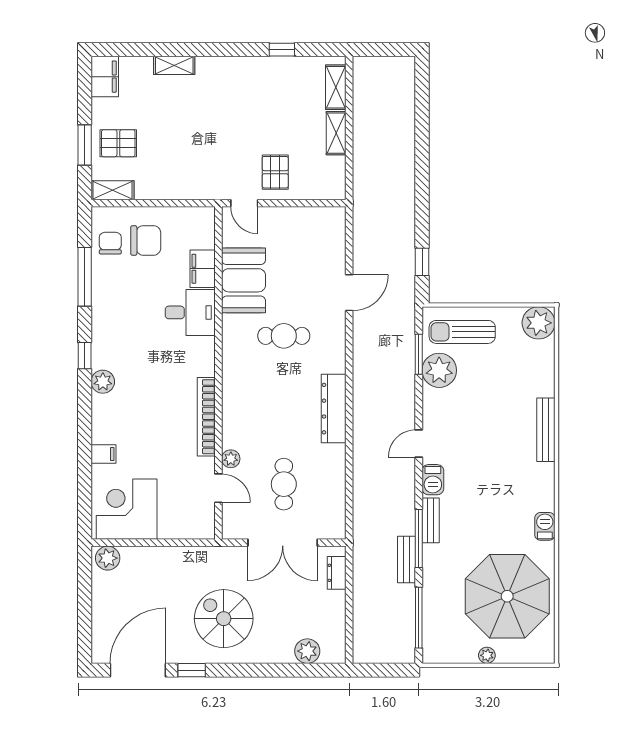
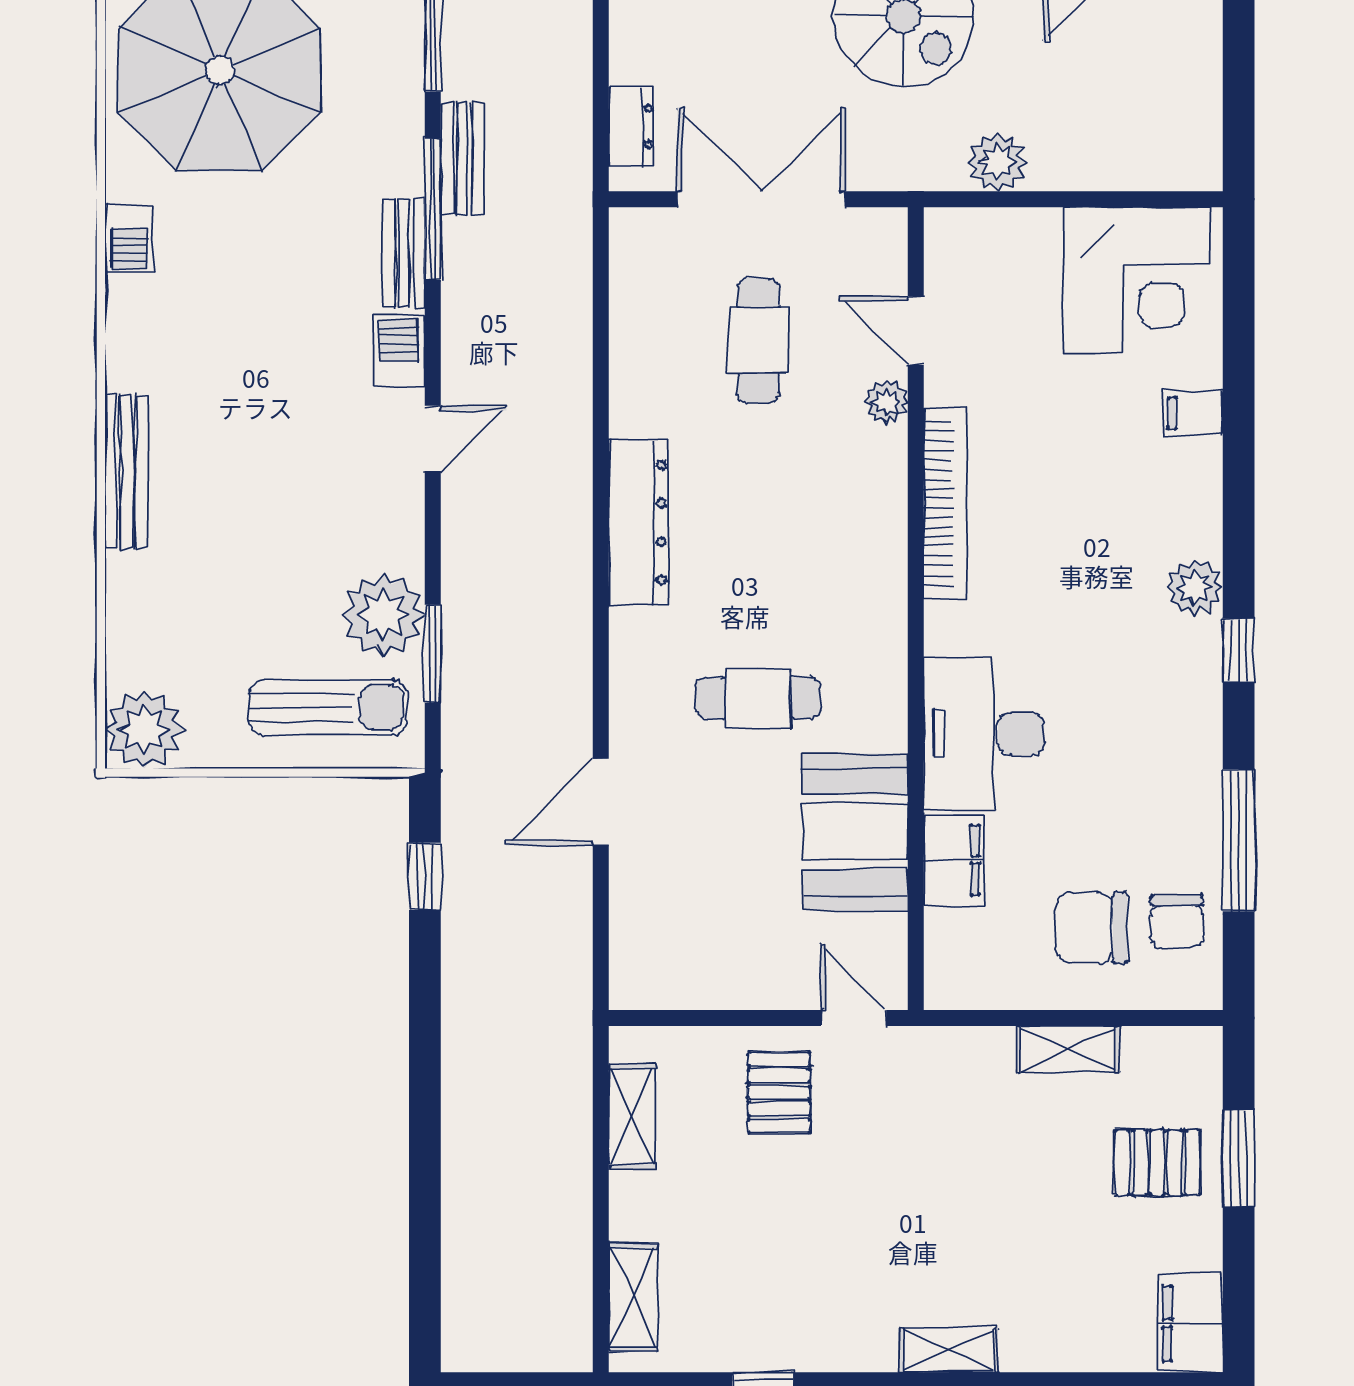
shelving: (174, 65) -> (948, 1350), moved
shelving: (336, 133) -> (632, 1116), moved
shelving: (113, 190) -> (1068, 1049), moved
desk: (190, 312) -> (984, 734), width x1.37
plant: (108, 558) -> (997, 162), moved

